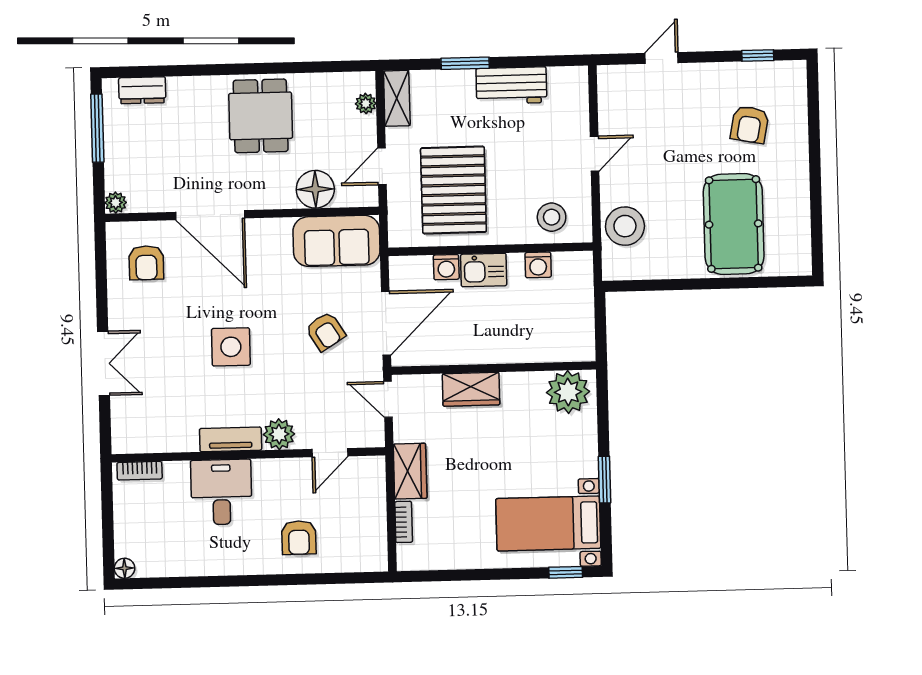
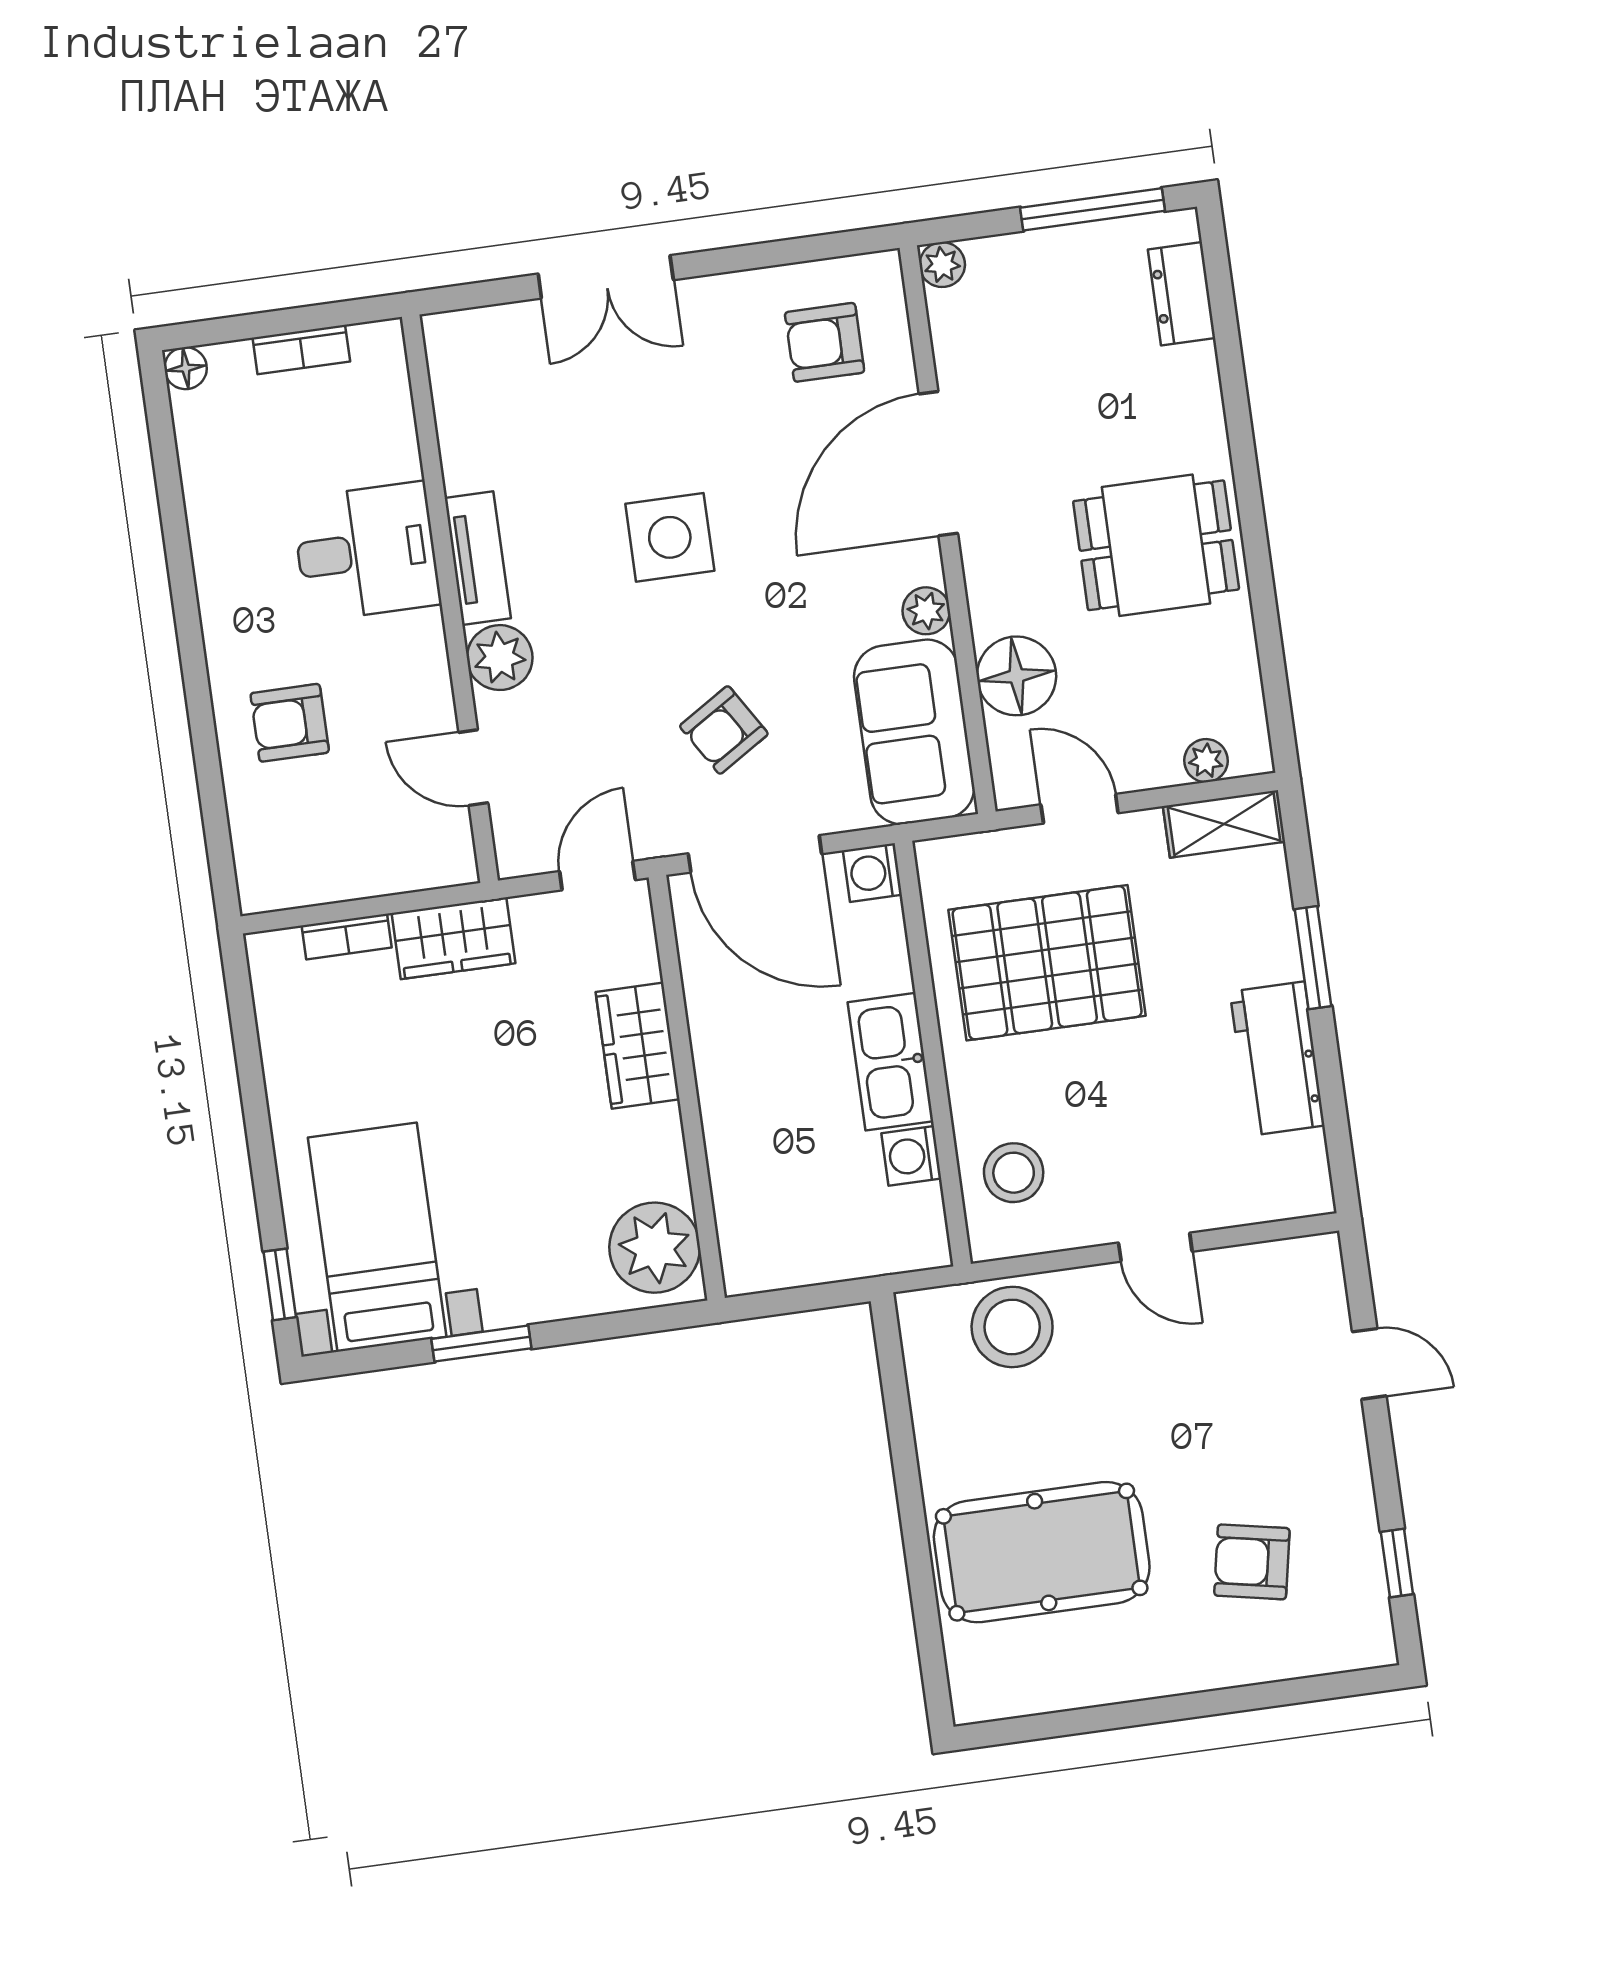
plant: (280, 229) -> (926, 611), added
washing machine: (446, 267) -> (872, 873), moved
kitchen sink: (484, 270) -> (891, 1062), width x1.38
bookcase: (140, 471) -> (301, 350), moved, turned -90

